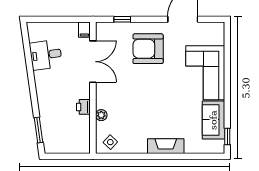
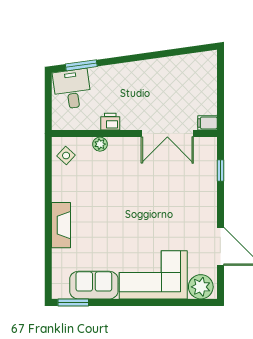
plant: (215, 35) -> (201, 287), added
armchair: (148, 49) -> (183, 203), removed
desk: (46, 55) -> (72, 89), moved
window: (227, 136) -> (73, 302), width x1.50

